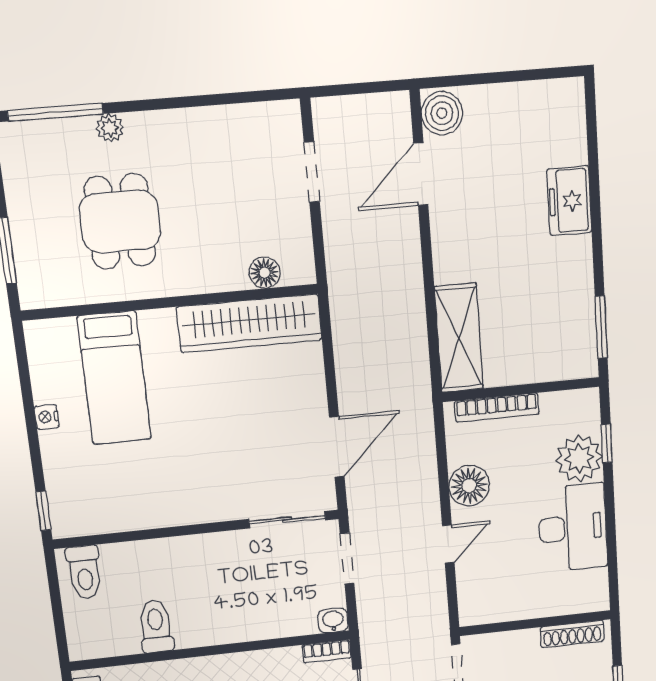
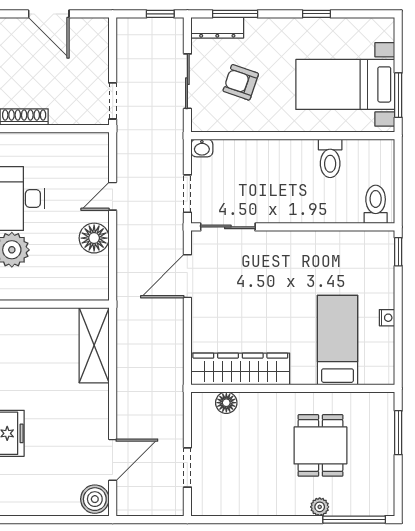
bookcase: (497, 408) -> (70, 293), removed
bookcase: (327, 651) -> (209, 125), removed

